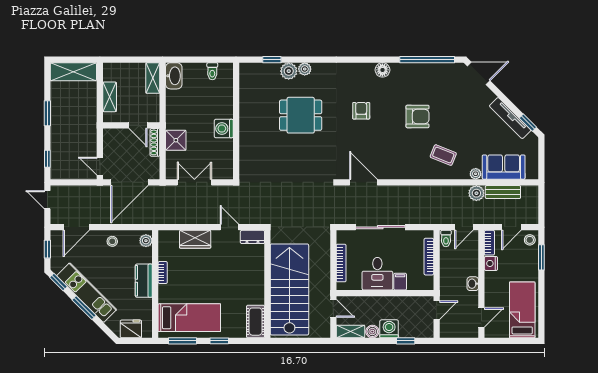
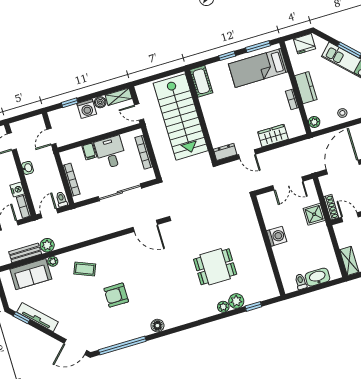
washbasin: (174, 76) -> (318, 277), moved, turned 90
armchair: (361, 111) -> (165, 286), removed

